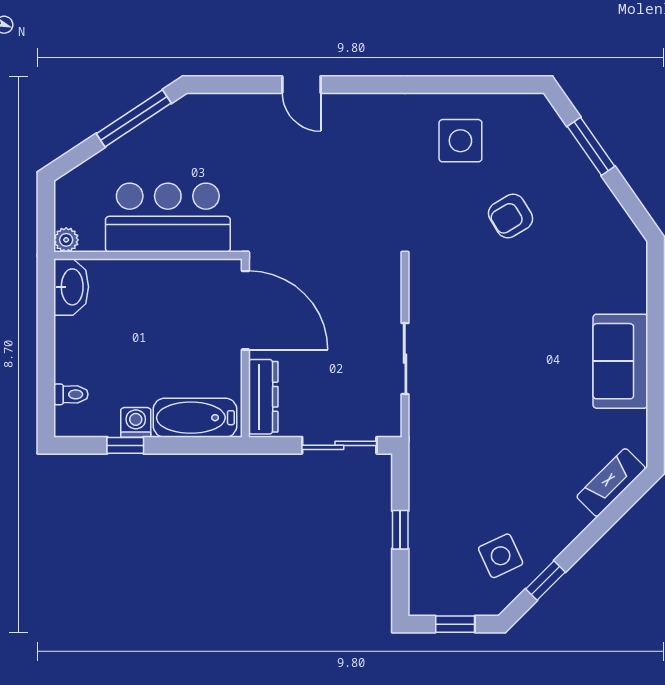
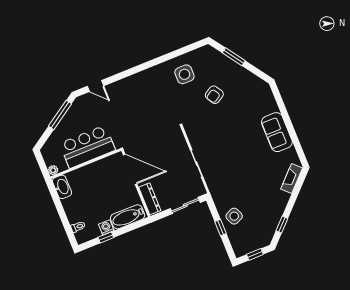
door: (301, 85) -> (95, 86), moved
side table: (501, 556) -> (234, 216), moved

